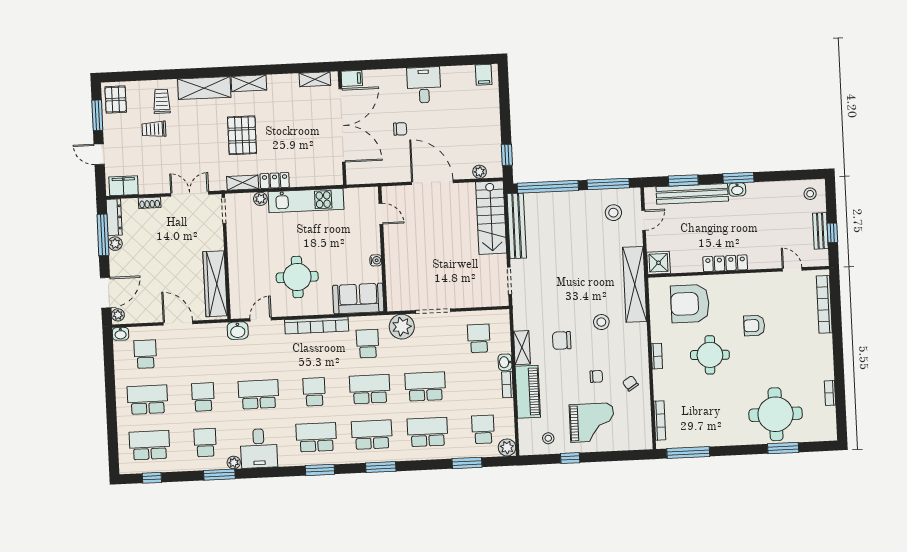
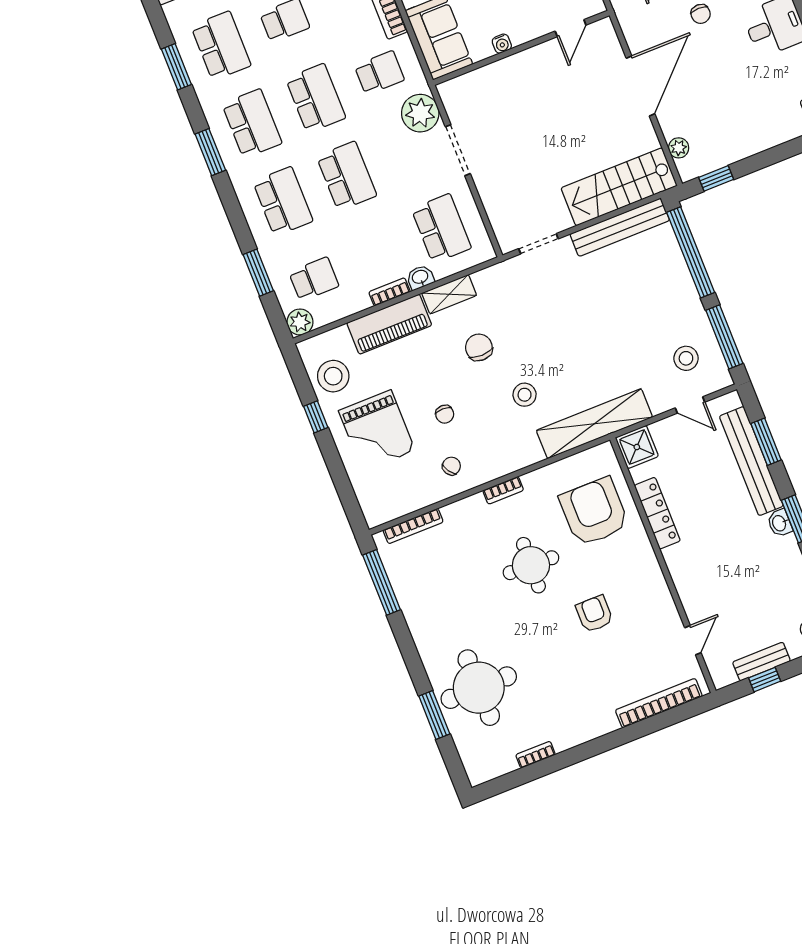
locker: (725, 263) -> (657, 513), moved
school desk: (479, 338) -> (441, 228), width x1.85
stool: (548, 438) -> (333, 376), width x1.89, depth x1.89

